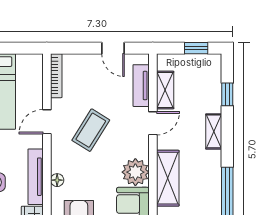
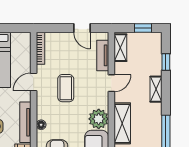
shelving: (165, 90) -> (120, 48), moved
coffee table: (91, 130) -> (66, 88), turned -32

